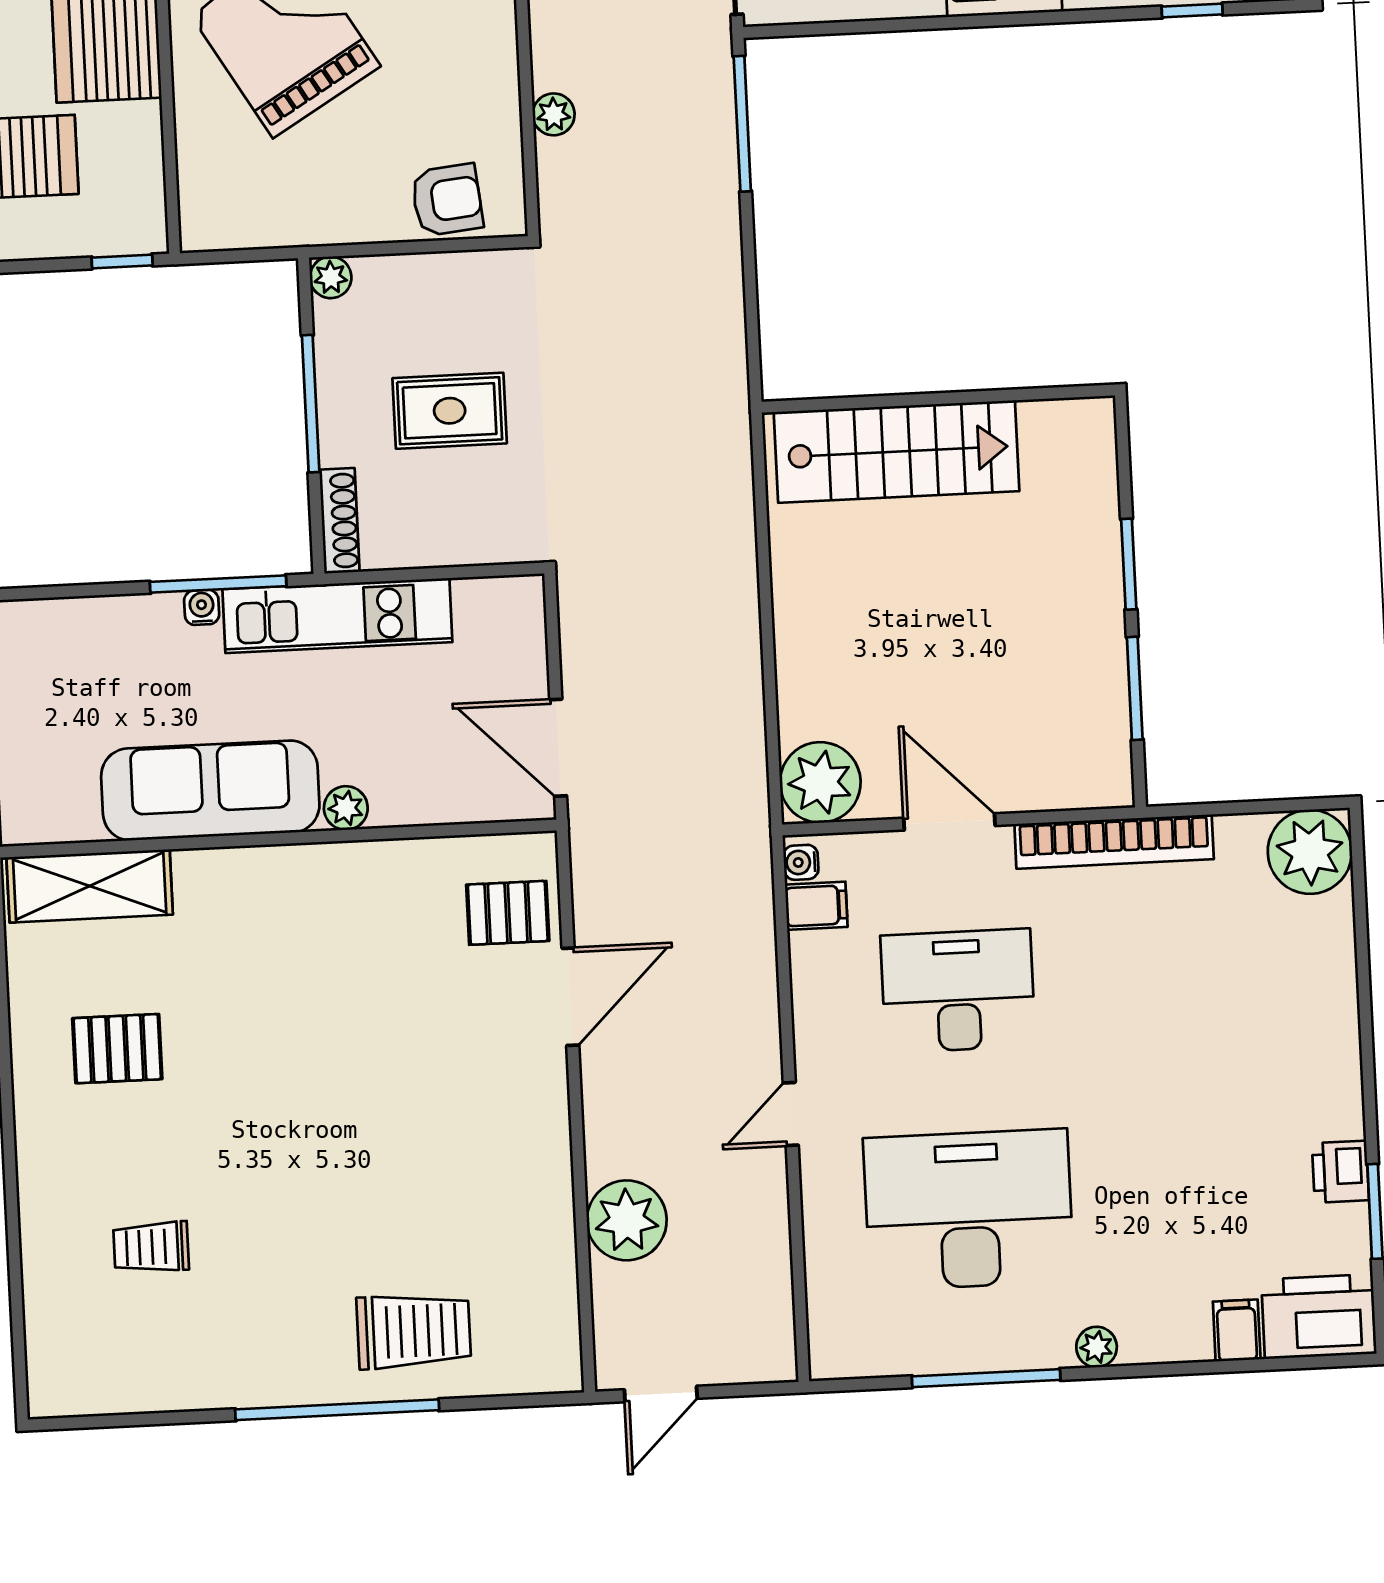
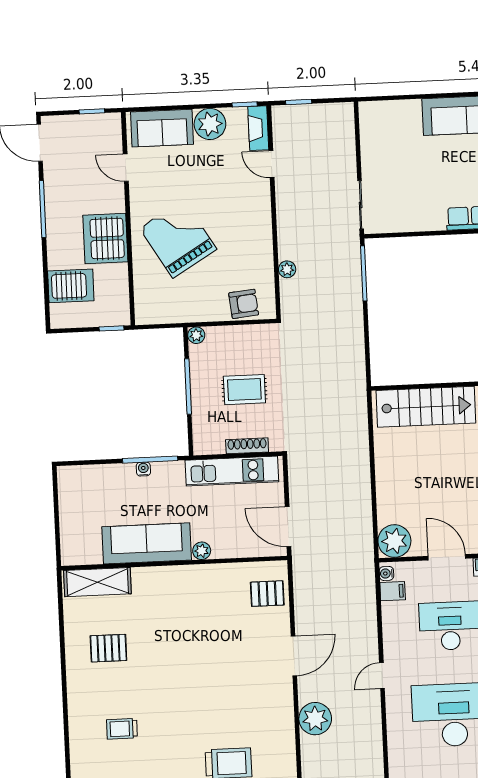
shoe rack: (339, 521) -> (247, 446), moved, turned -90
kitchen unit: (337, 616) -> (232, 471), moved
door: (570, 997) -> (294, 656), moved

